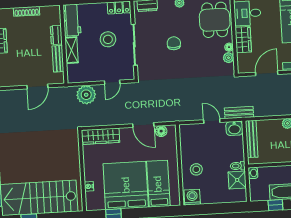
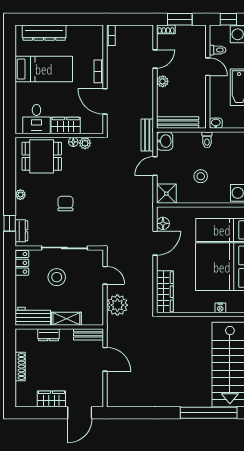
chair: (174, 43) -> (65, 204), turned 90
bench: (58, 59) -> (89, 334), moved
stool: (196, 169) -> (201, 176), moved
shower: (237, 180) -> (166, 194), moved

